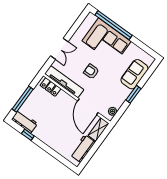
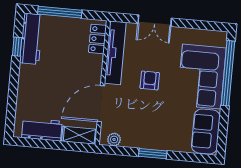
sofa: (134, 74) -> (206, 131), moved, turned -90
workbench: (25, 121) -> (31, 39), width x1.38

